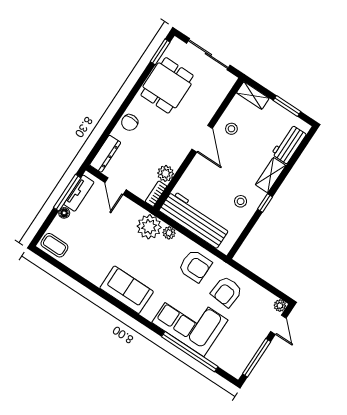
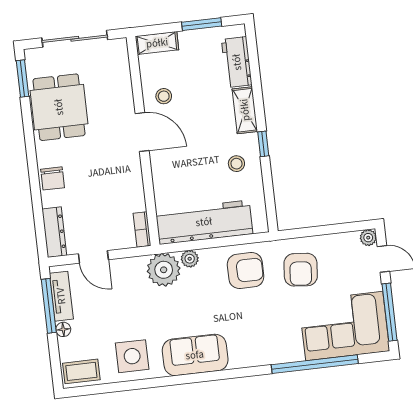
plant: (166, 173) -> (134, 200), removed
side table: (90, 261) -> (132, 356), added
corner sofa: (190, 321) -> (344, 326), moved

